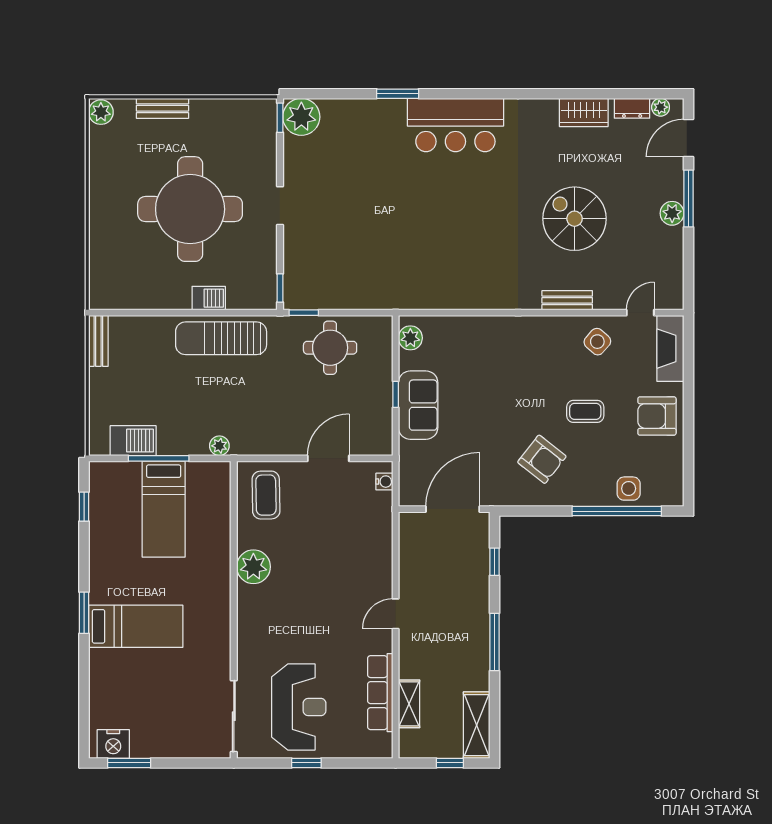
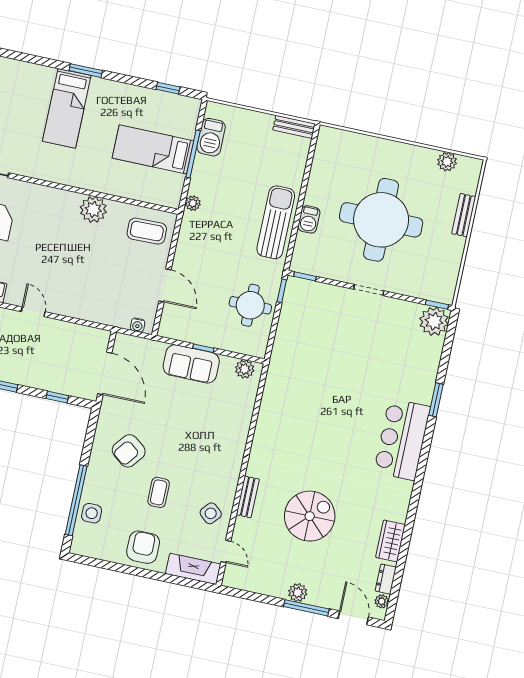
plant: (101, 112) -> (447, 162), moved

